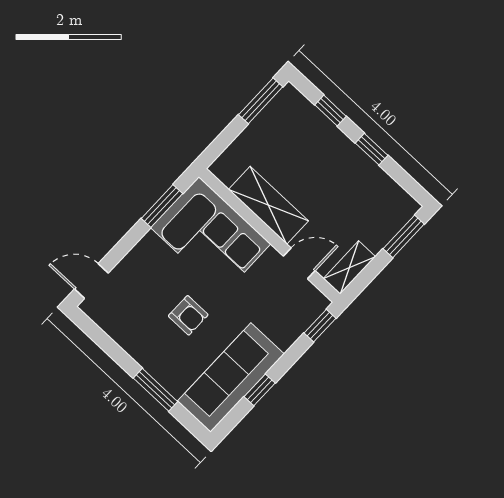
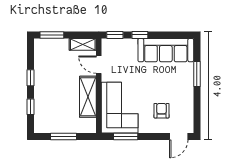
window: (261, 101) -> (64, 136), moved
door: (91, 281) -> (179, 136), hinge flipped
armchair: (188, 315) -> (162, 111), moved
window: (260, 390) -> (140, 35), moved

